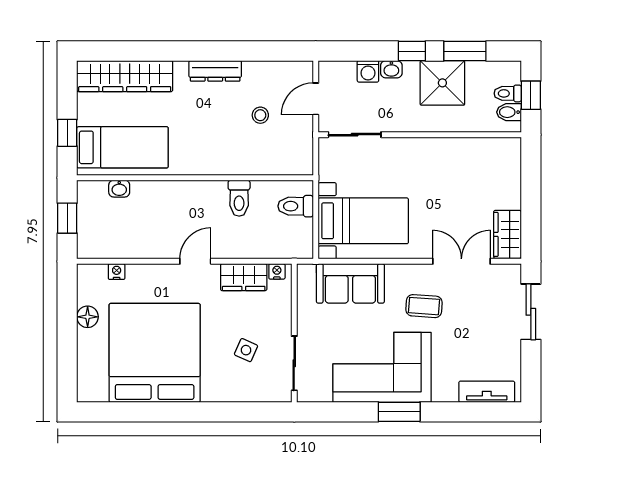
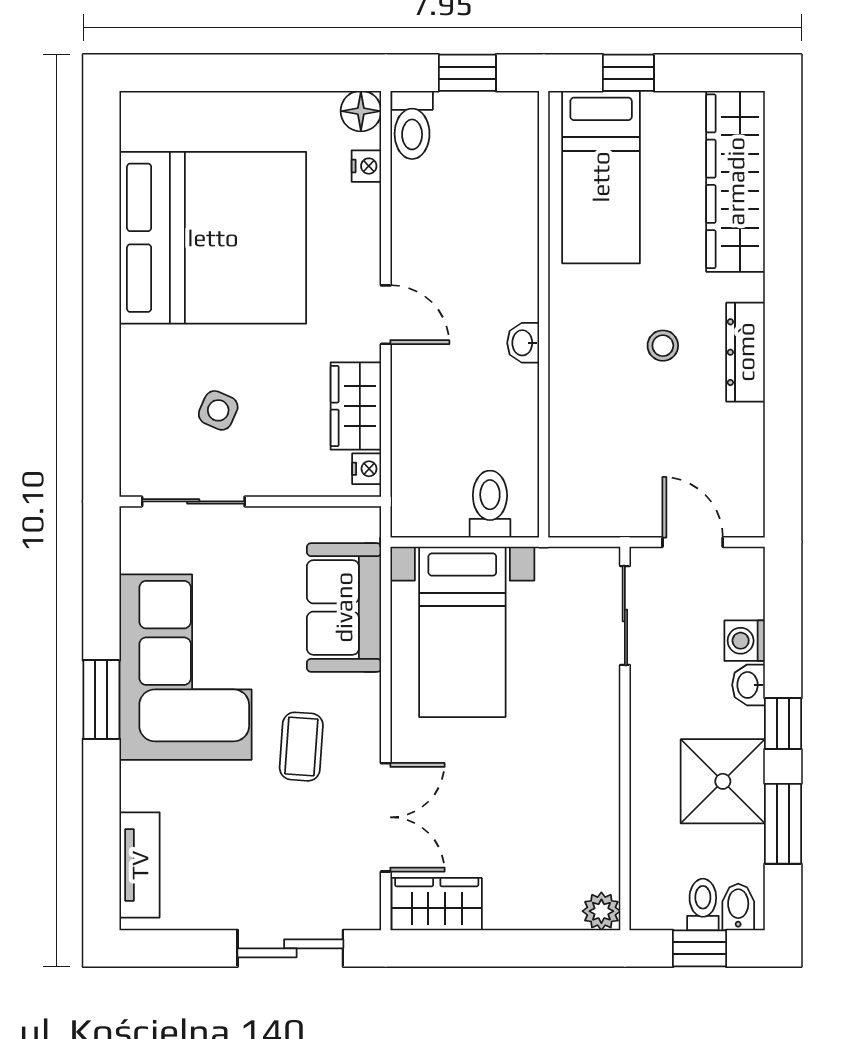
bidet: (509, 112) -> (738, 907), moved
stool: (260, 115) -> (663, 346), moved
plant: (511, 147) -> (601, 911), added
washbasin: (119, 189) -> (523, 343), moved
toilet: (239, 198) -> (412, 125), moved, turned -90
floor lamp: (88, 317) -> (361, 111), moved

